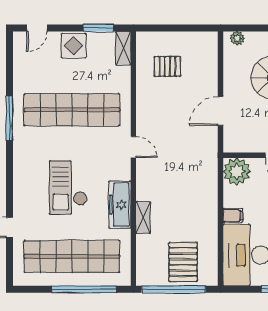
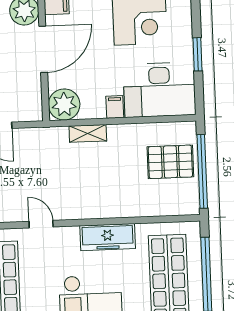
door: (133, 147) -> (41, 224), hinge flipped
shelving: (143, 217) -> (88, 133), moved

